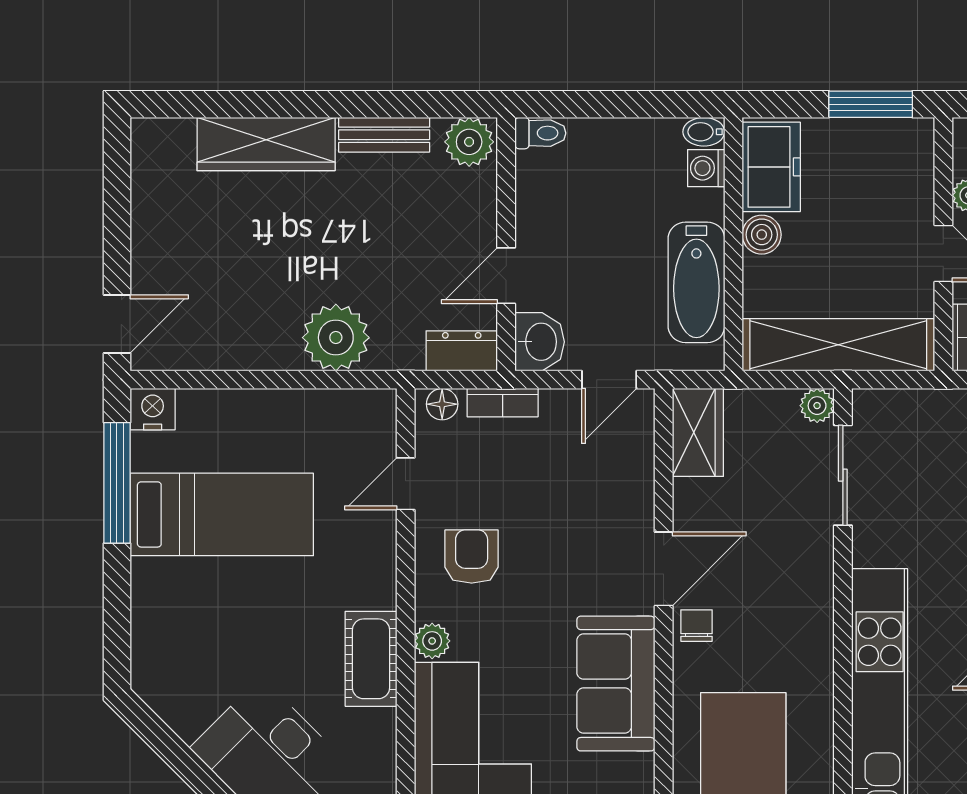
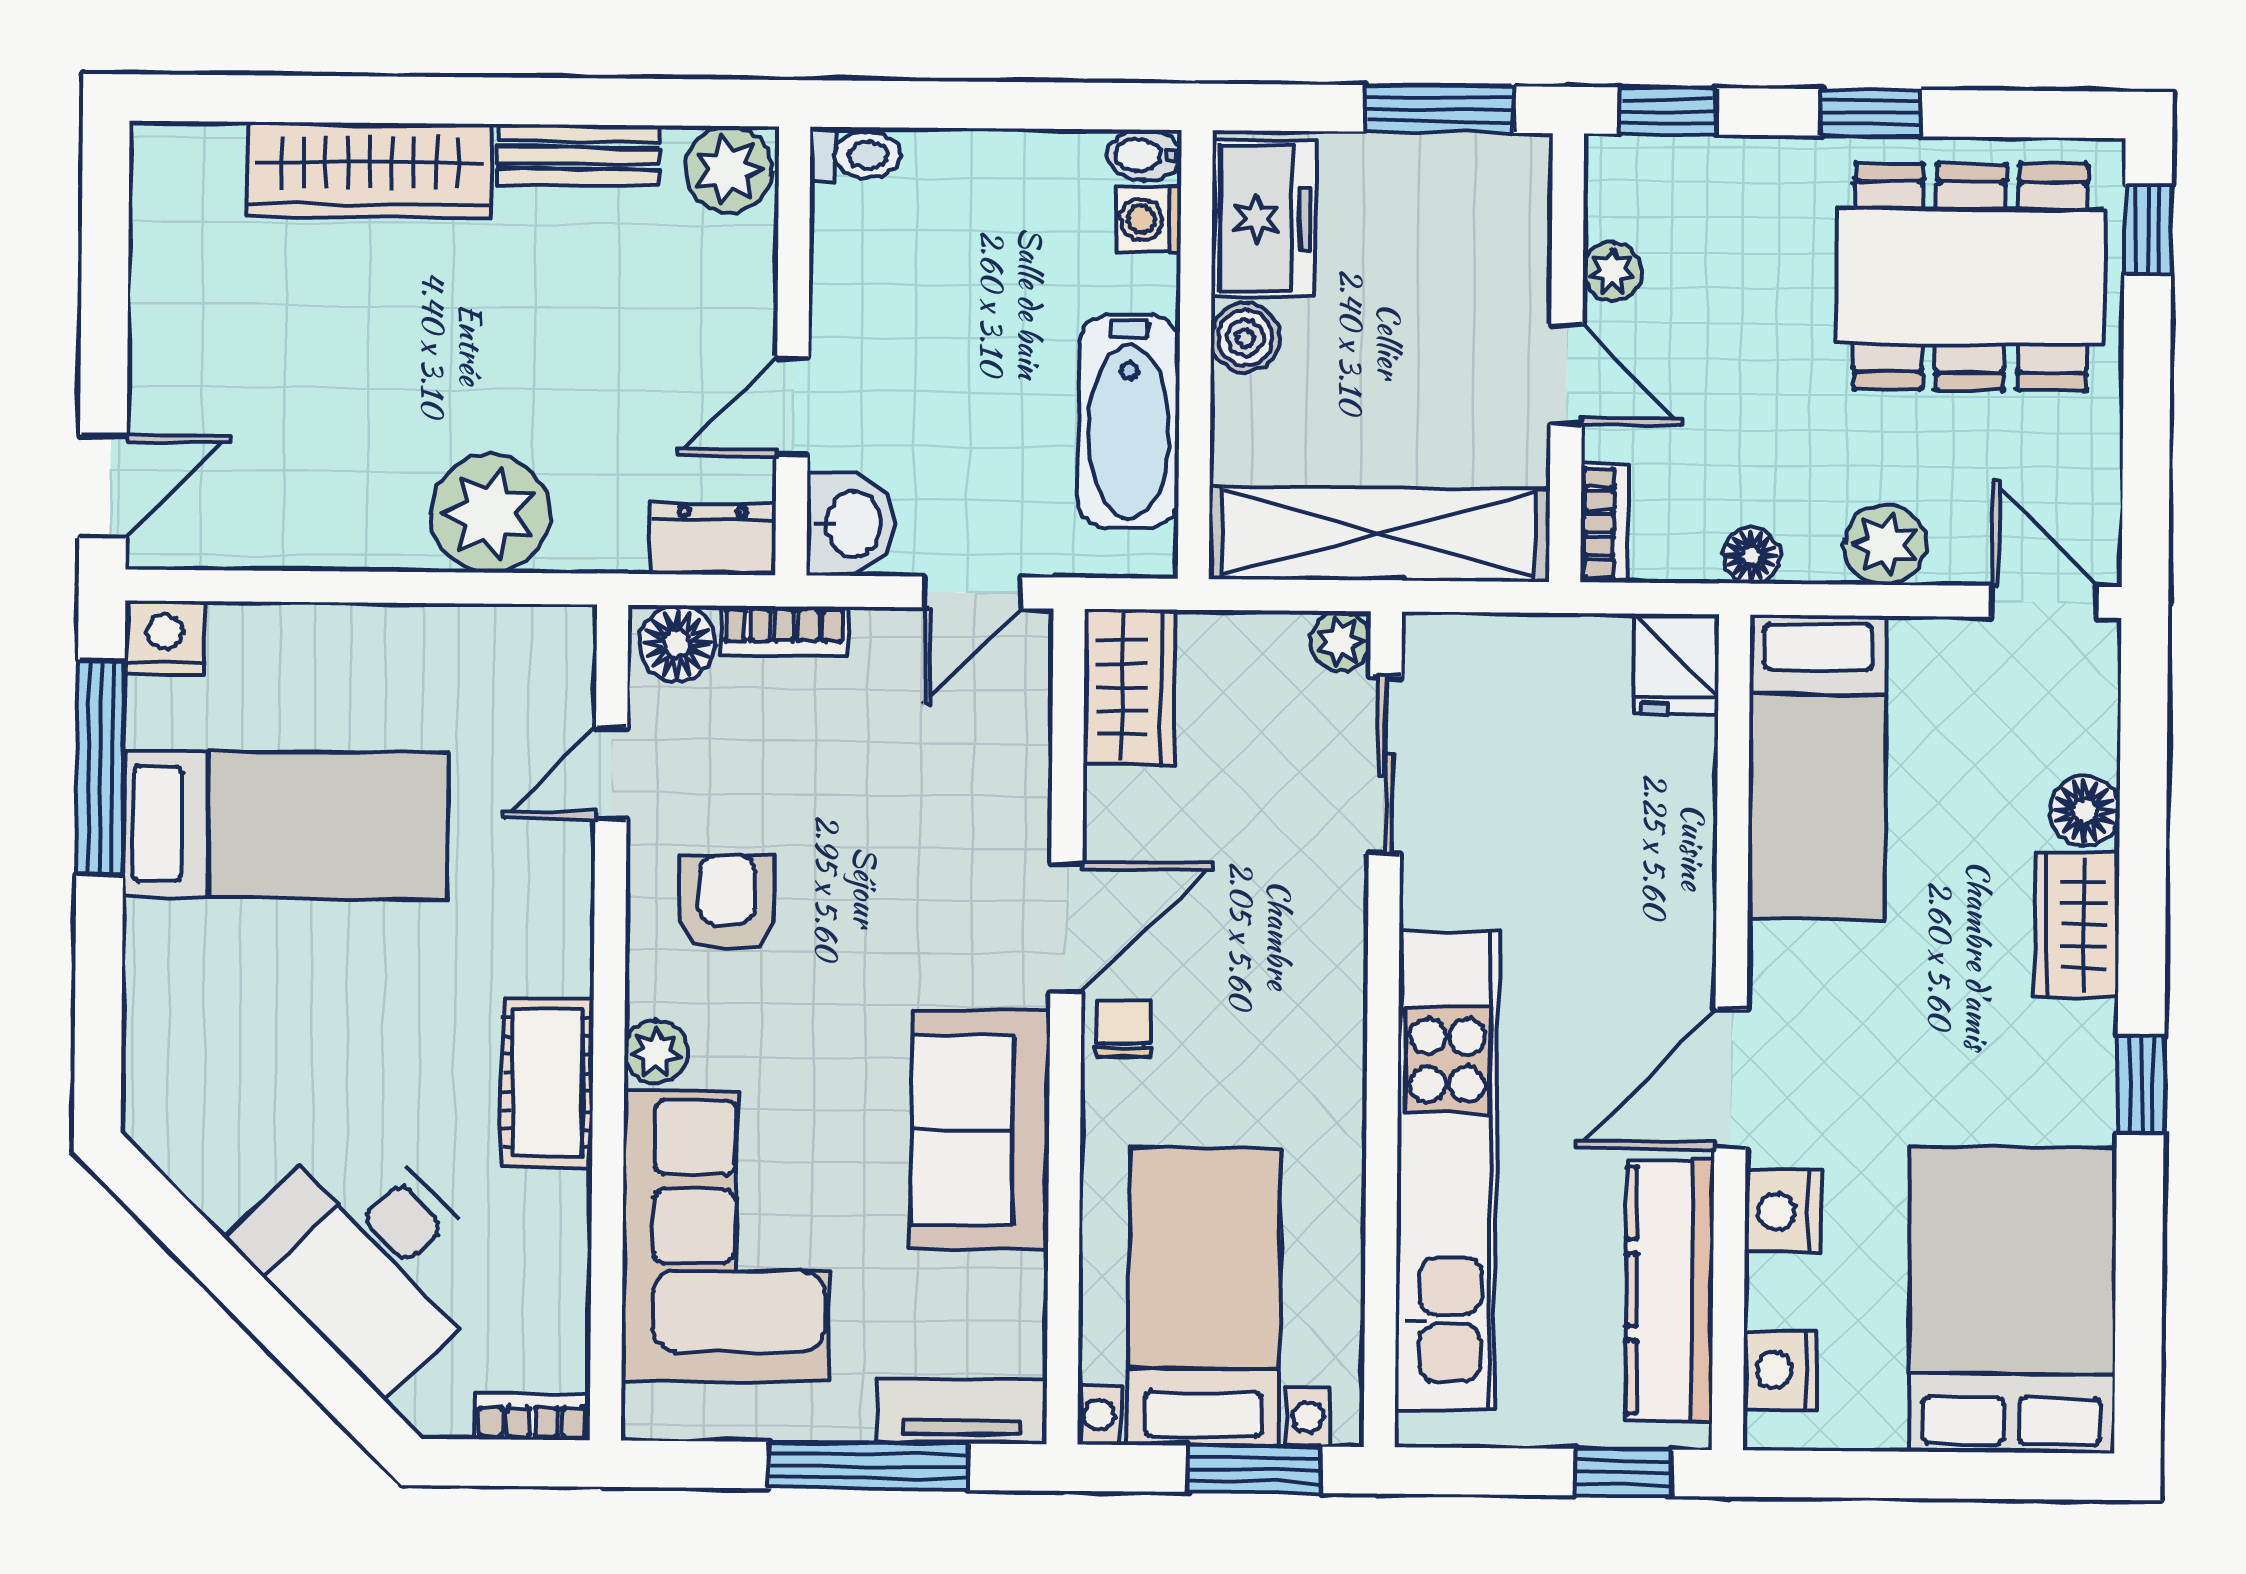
floor lamp: (442, 404) -> (677, 643), width x1.37, depth x1.37

